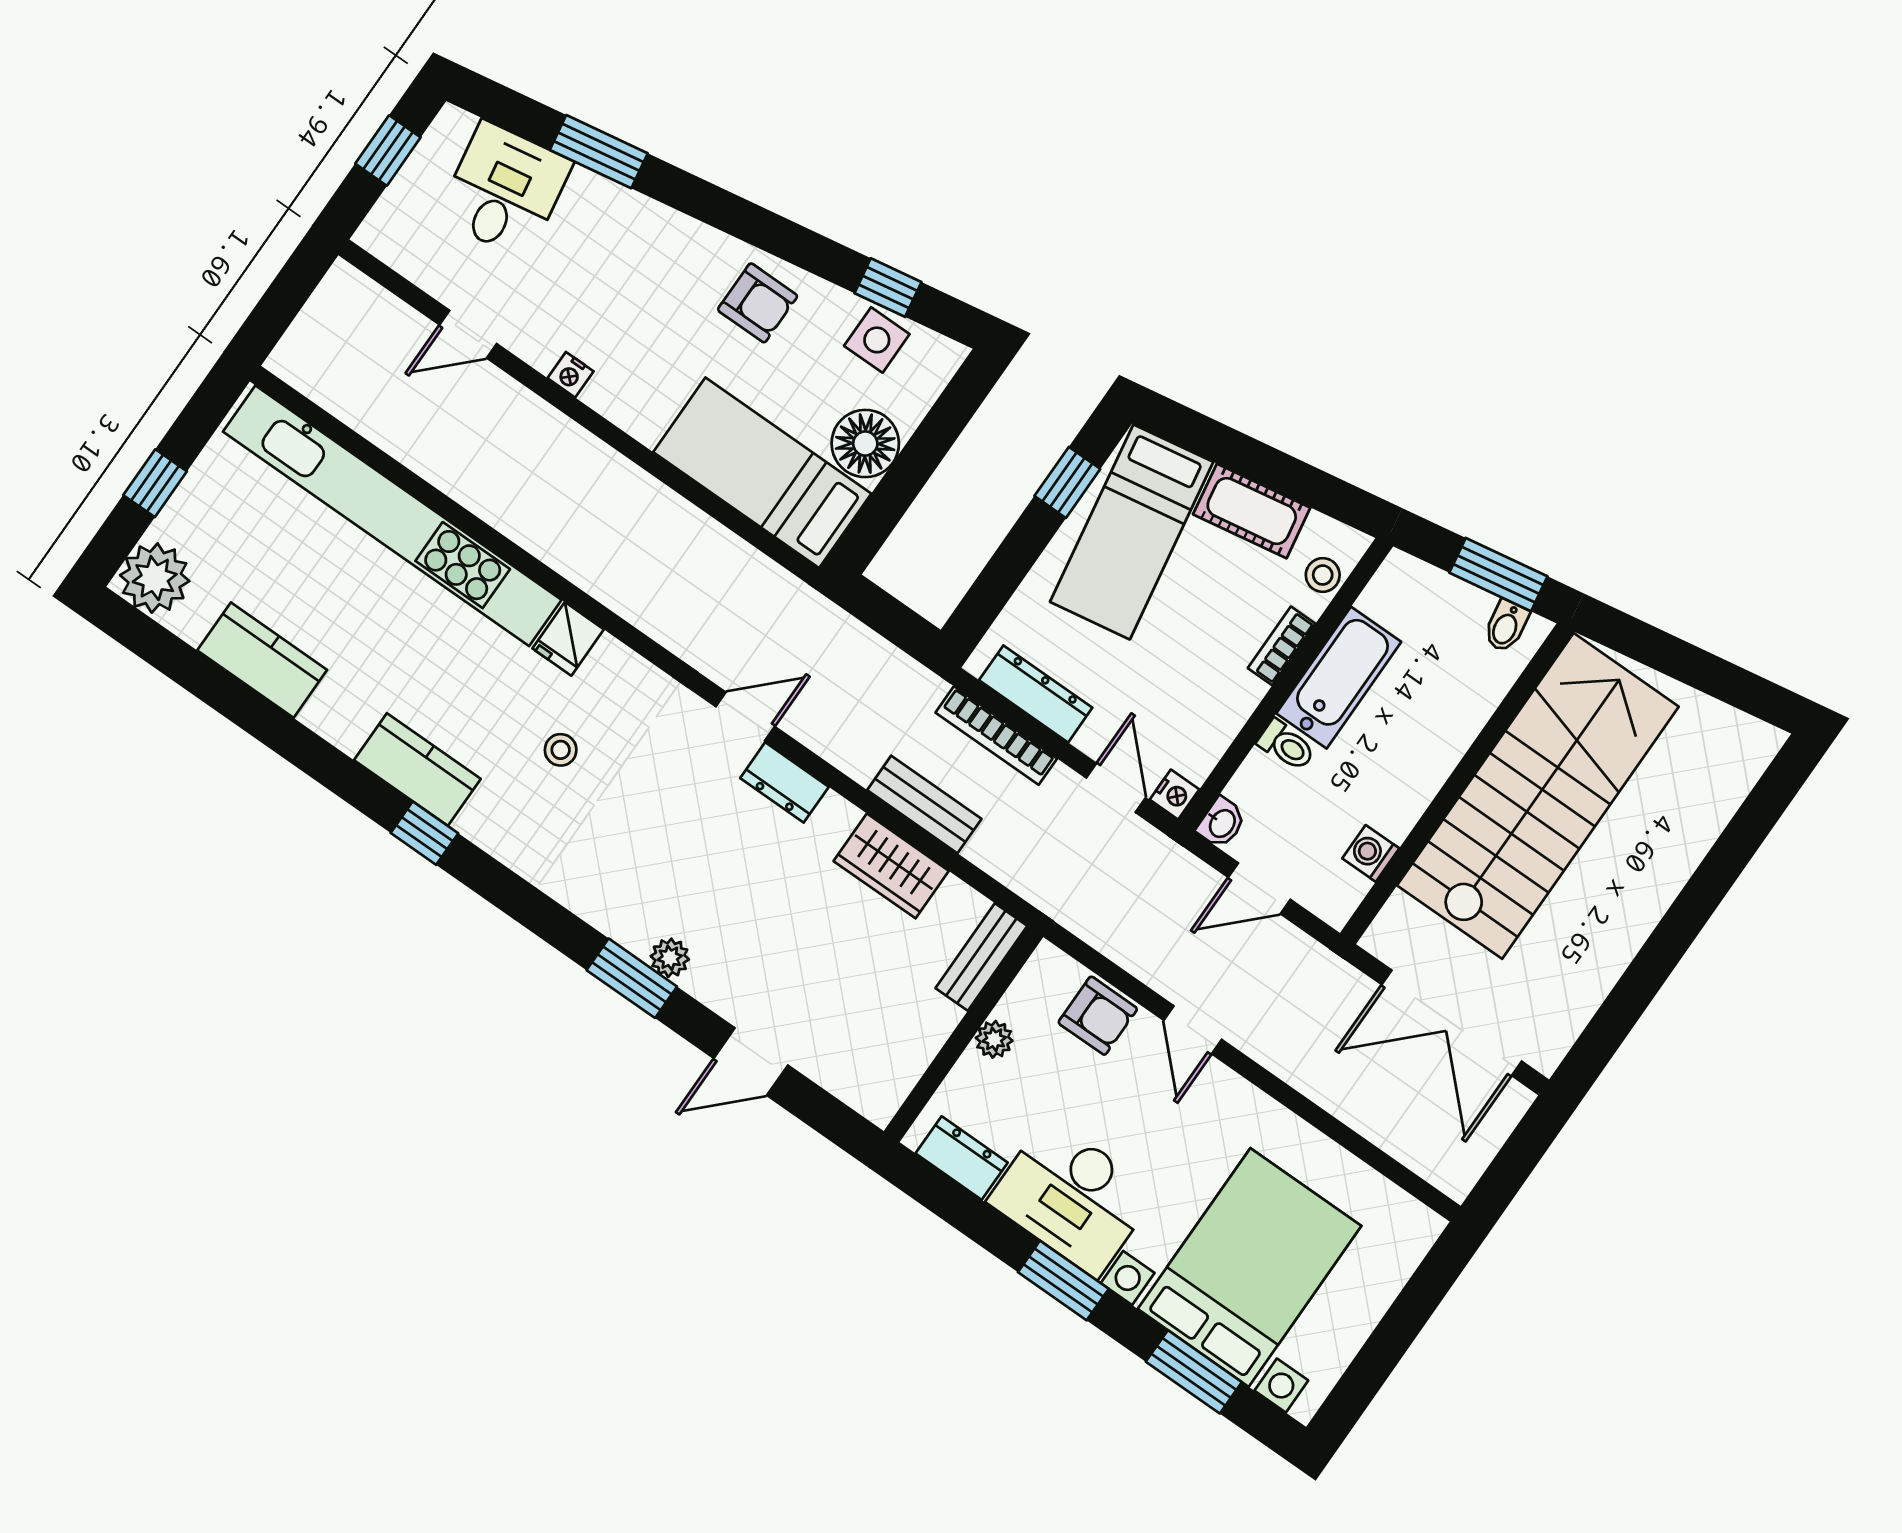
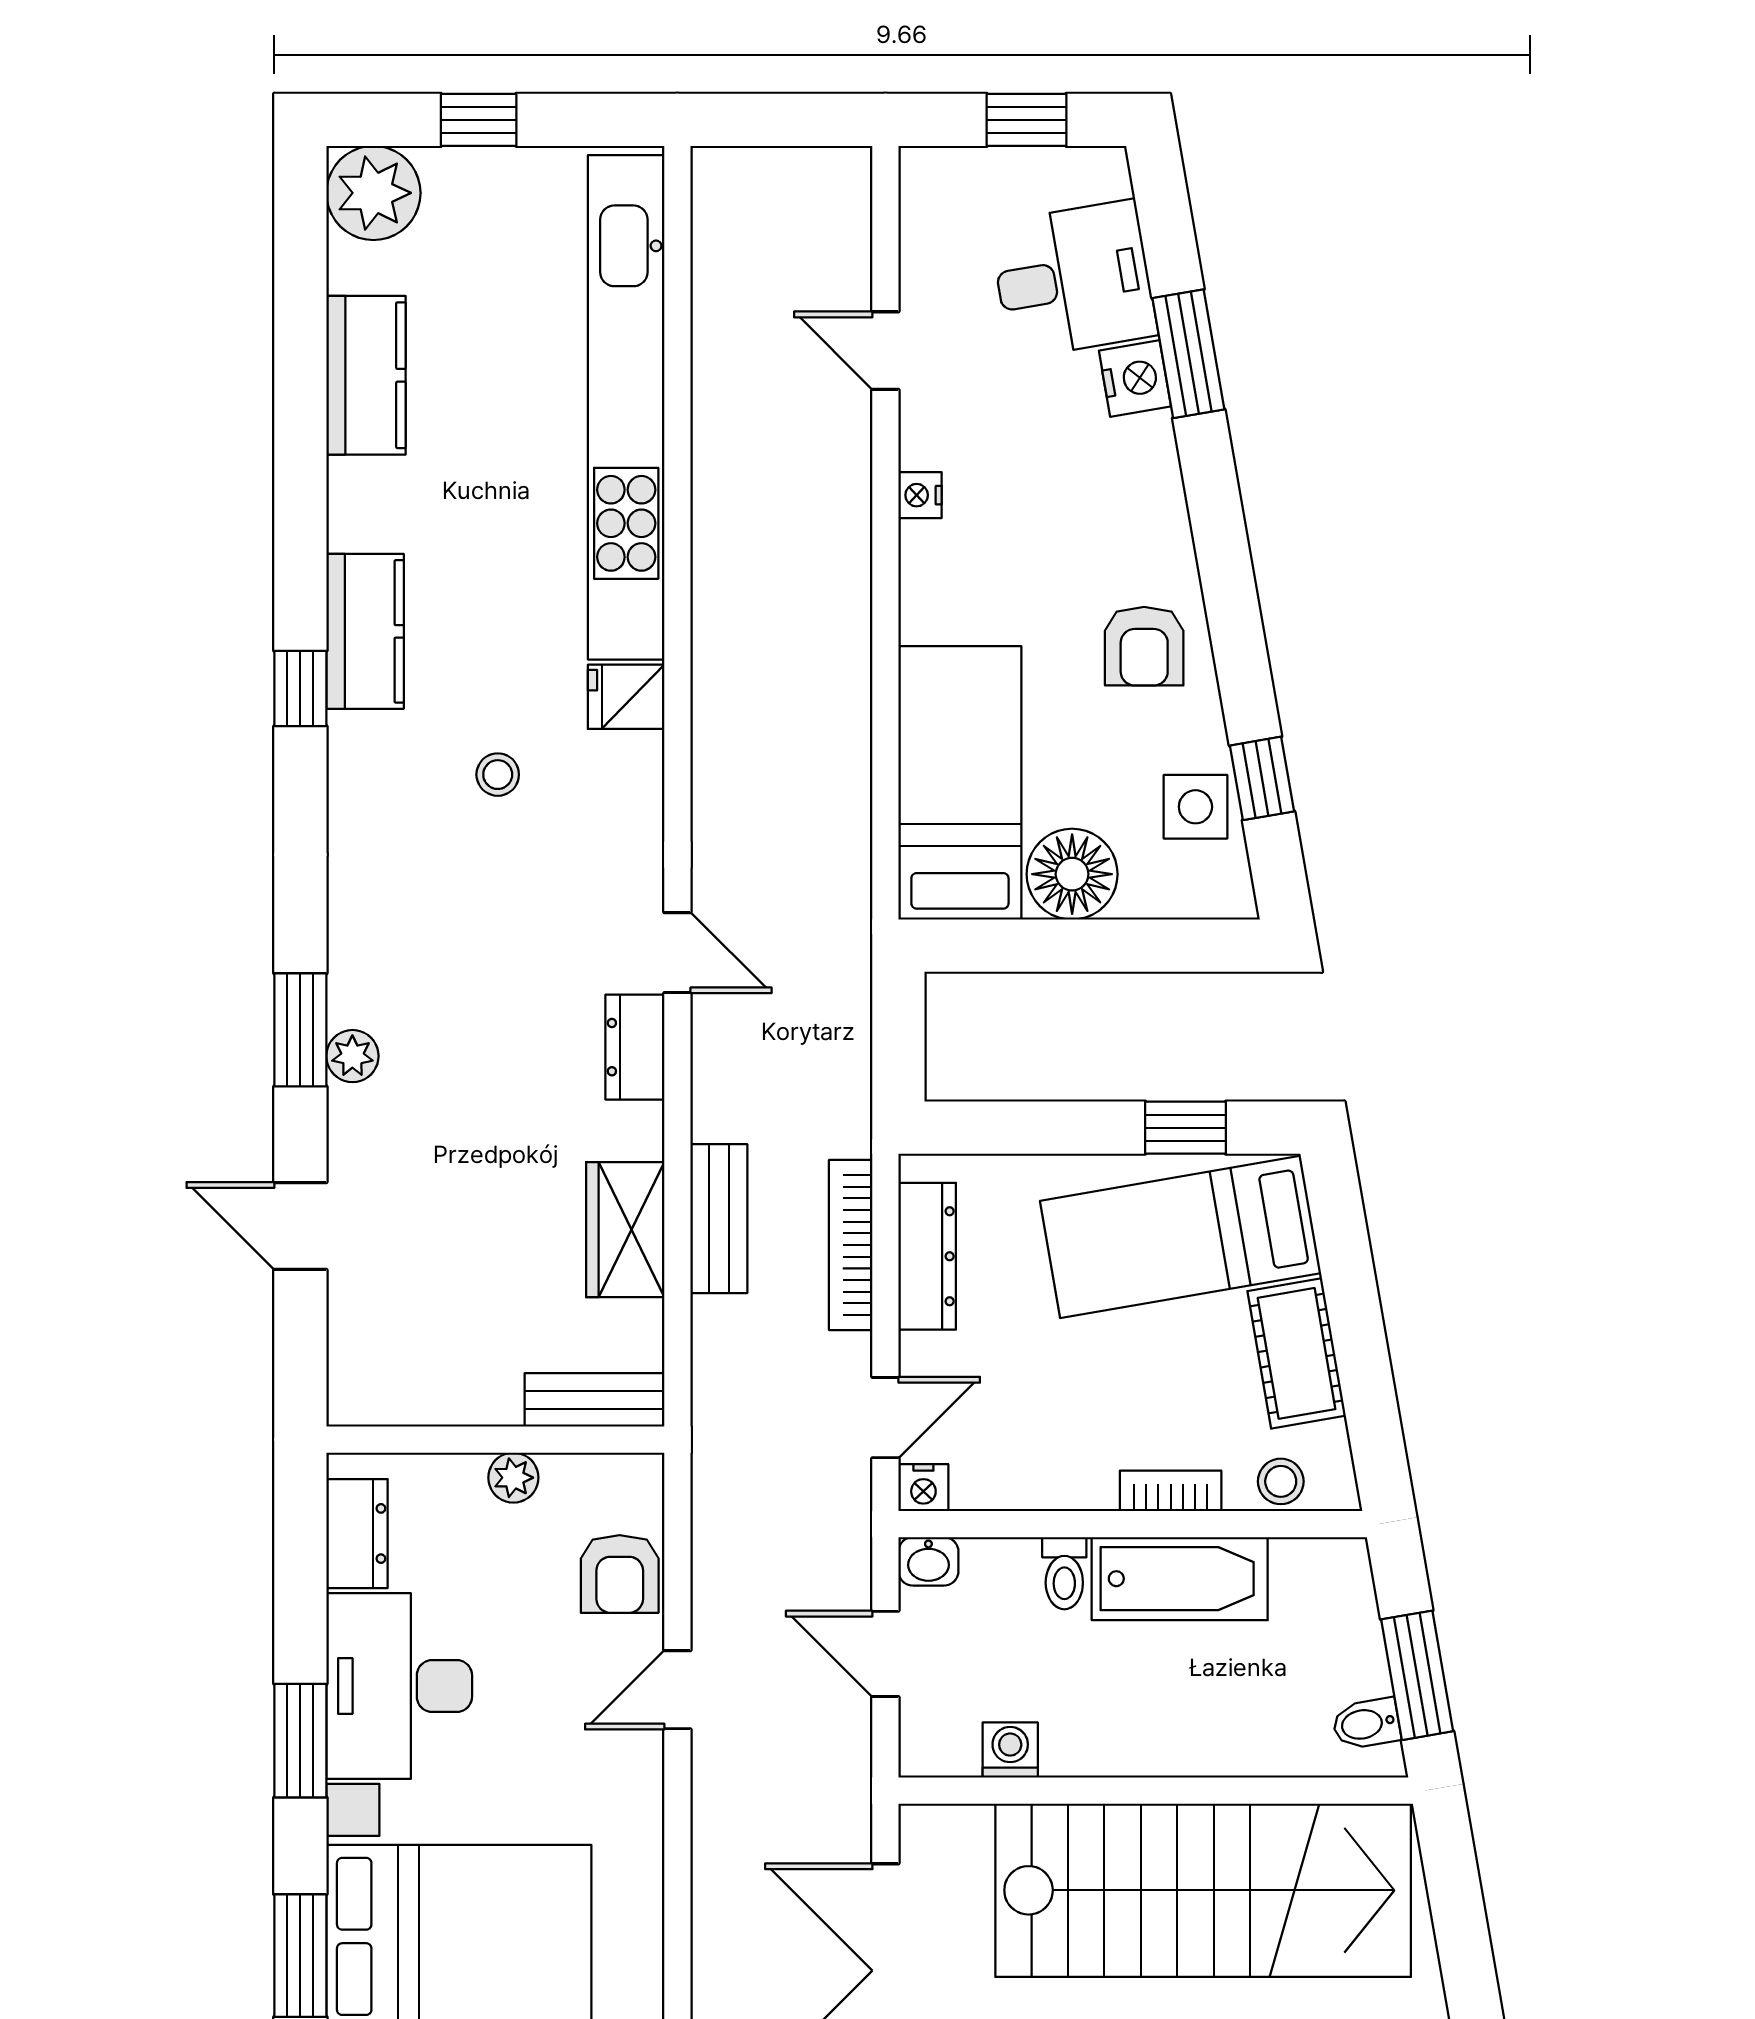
nightstand: (591, 195) -> (1135, 379), added

